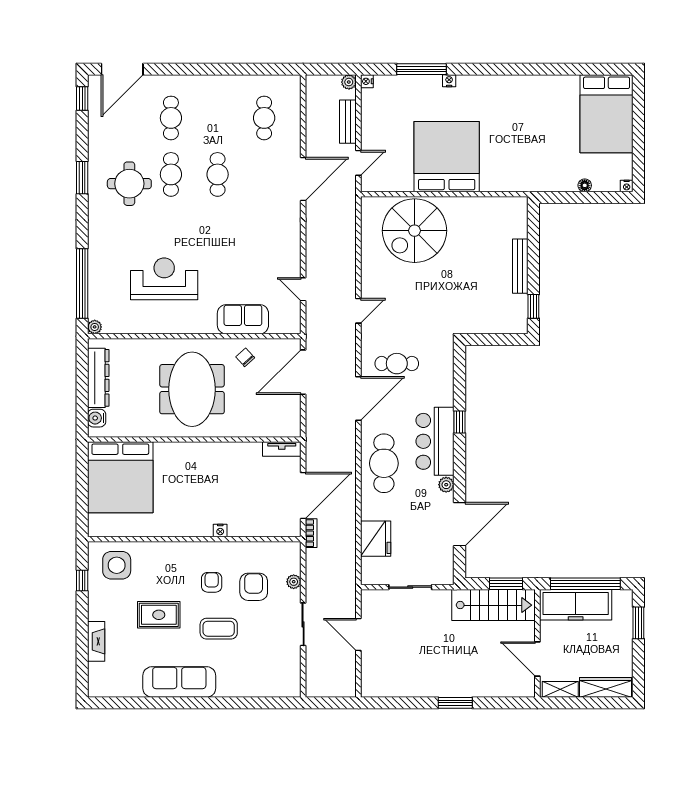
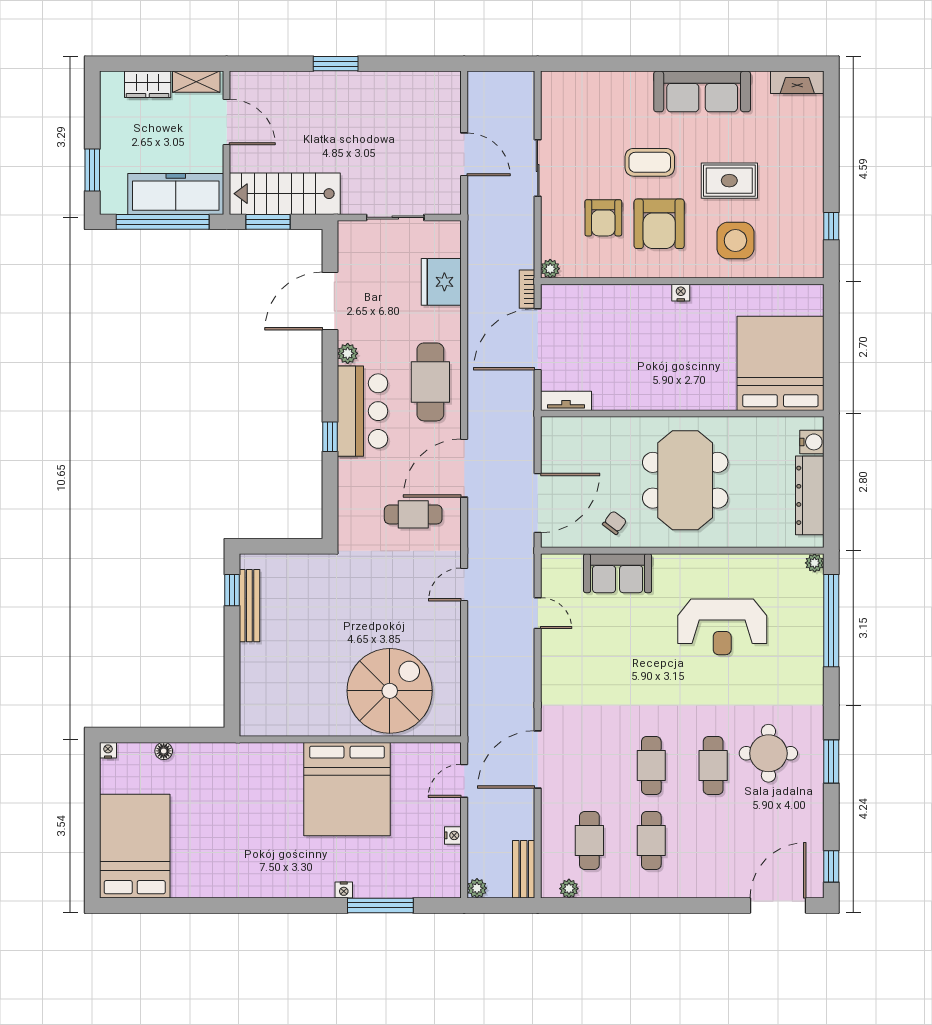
nightstand: (367, 81) -> (453, 835), moved
plant: (280, 82) -> (569, 889), added
cafe table: (171, 118) -> (651, 841), moved
bench: (348, 122) -> (524, 869), moved
bench: (520, 266) -> (249, 606), moved
chair: (245, 357) -> (615, 523), turned -101
nightstand: (220, 531) -> (681, 293), moved
side table: (117, 565) -> (735, 240), moved
armchair: (212, 582) -> (659, 224), width x1.88, depth x1.88
plant: (294, 582) -> (550, 269), moved
fireplace: (96, 641) -> (797, 82), moved, turned -90
wardrobe: (605, 687) -> (148, 84), width x0.67

